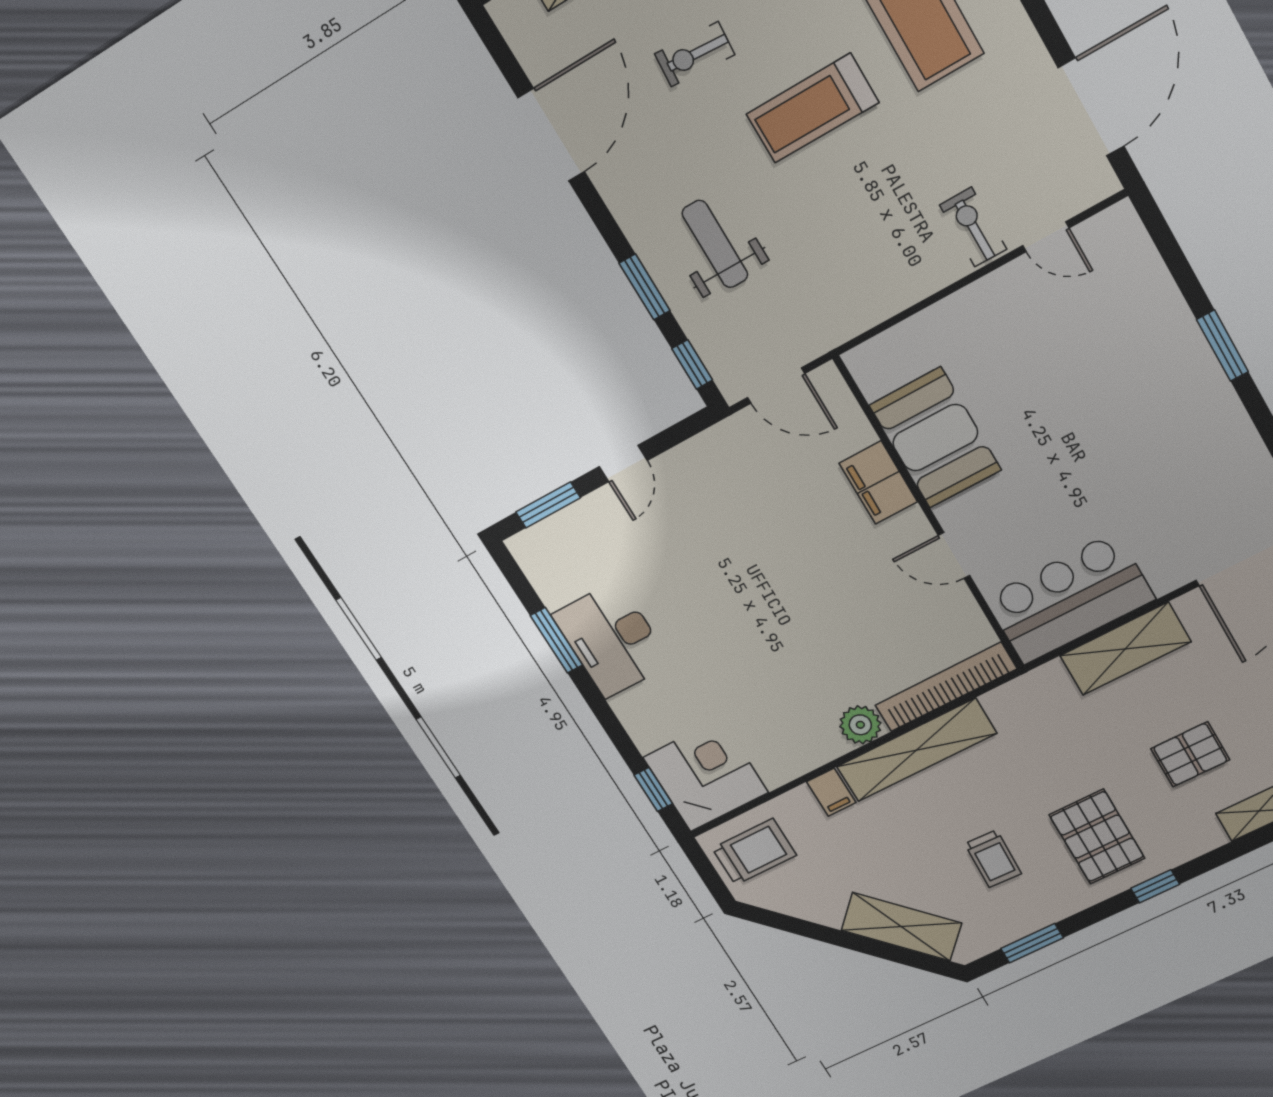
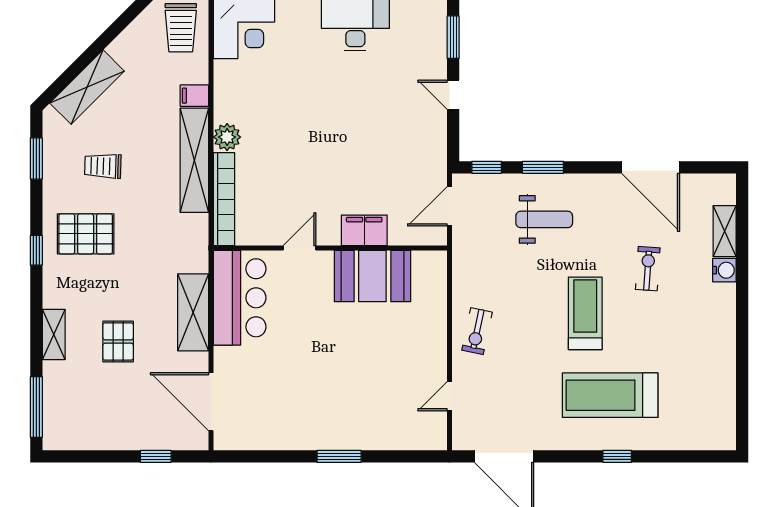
exercise bike: (973, 227) -> (477, 331), moved, turned 102
pallet: (1190, 754) -> (118, 342), moved

